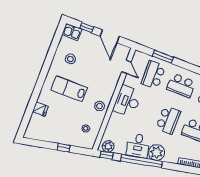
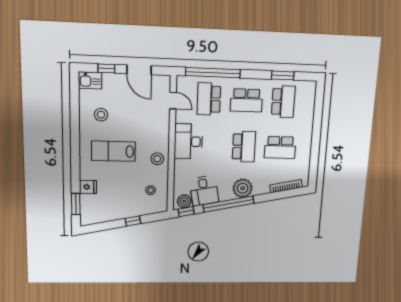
window: (163, 57) -> (213, 73), width x2.11
window: (26, 119) -> (76, 204), added
desk: (138, 146) -> (204, 191), moved

